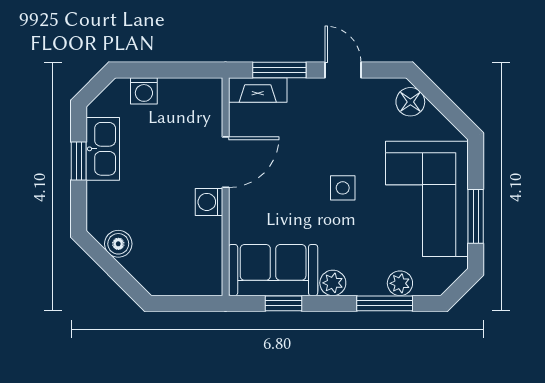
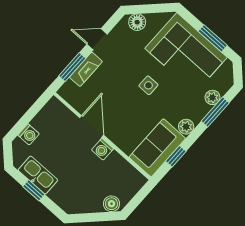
fireplace: (258, 90) -> (86, 69), moved
boiler: (118, 244) -> (112, 204), moved

